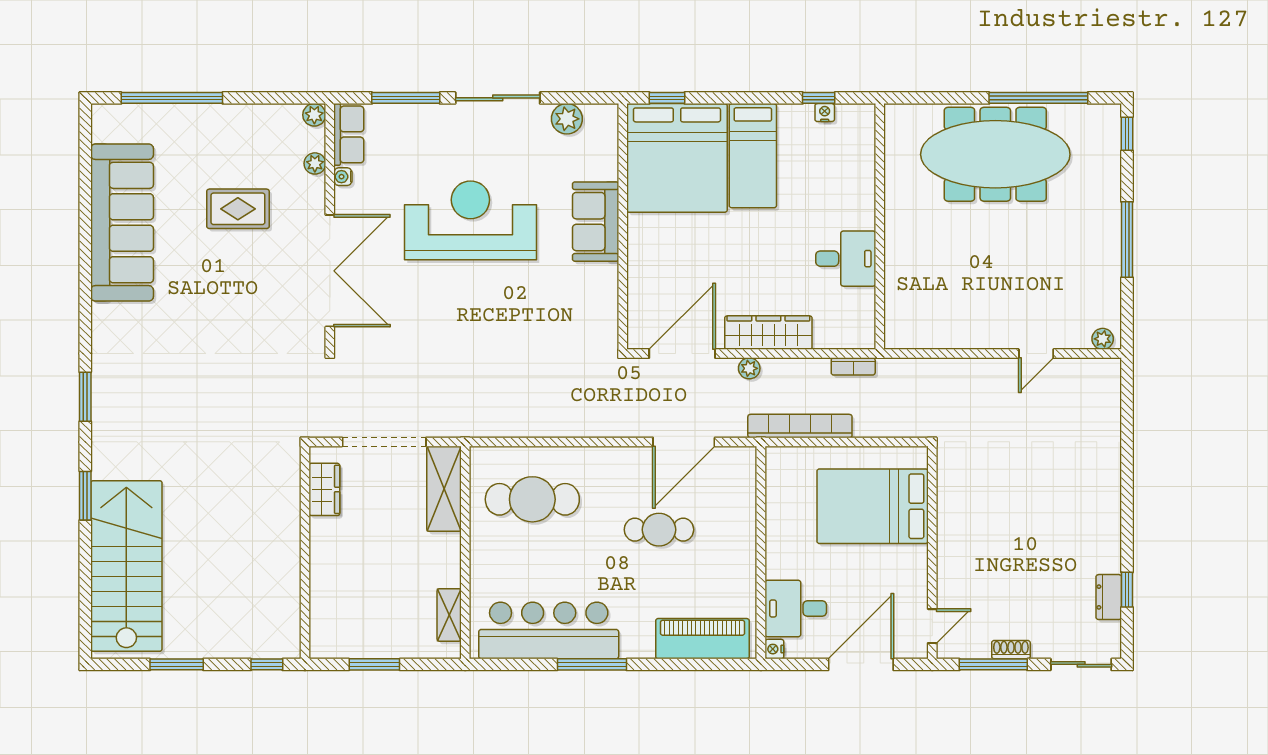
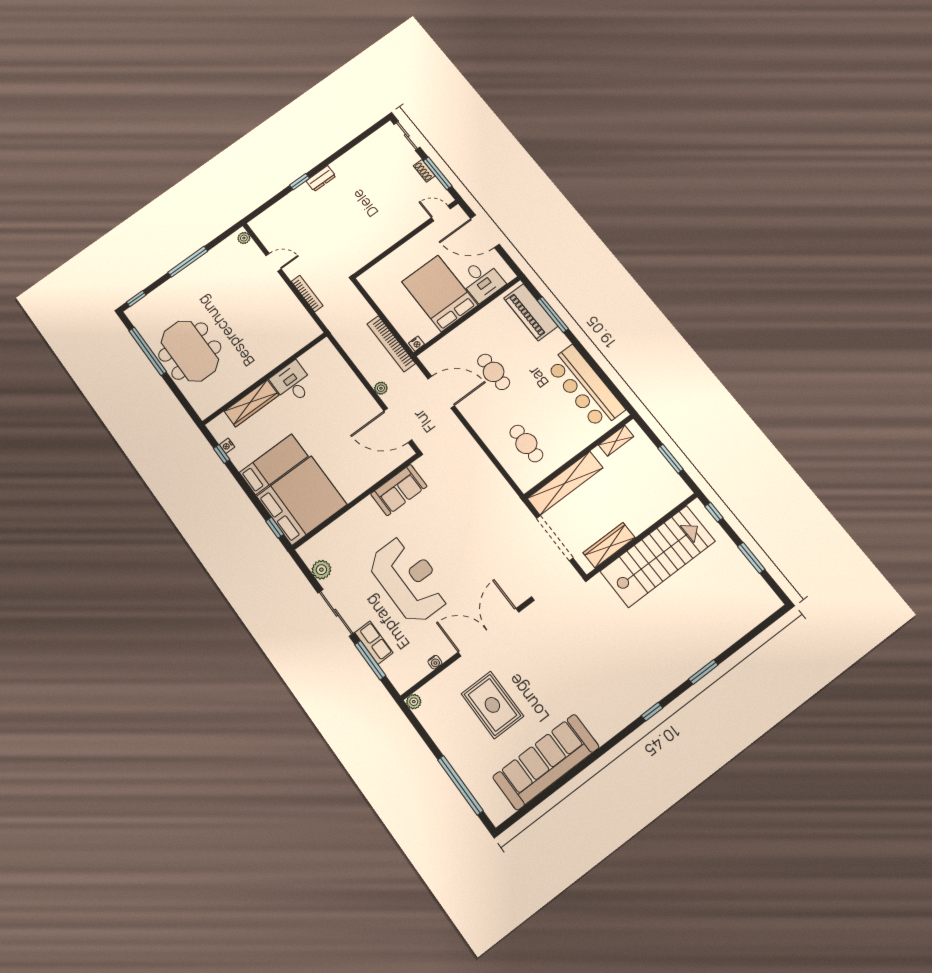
row of seats: (349, 134) -> (374, 643), moved, turned 90
meeting table: (995, 154) -> (190, 351), width x0.73
plant: (315, 163) -> (439, 682), removed
rug: (238, 209) -> (492, 705), width x1.36, depth x1.43
reception desk: (470, 220) -> (409, 580), turned 180
sofa: (596, 222) -> (399, 490), moved
wardrobe: (768, 333) -> (251, 403), moved, turned -90
bookcase: (853, 366) -> (307, 294), moved, width x1.56
window: (85, 397) -> (652, 712), width x0.67
wardrobe: (324, 489) -> (609, 545), width x1.50
shelving: (444, 489) -> (565, 483), width x1.47
cafe table: (532, 499) -> (526, 444), width x0.73, depth x0.74
bed: (873, 506) -> (440, 293), moved, turned 180
stairs: (126, 566) -> (658, 556), moved, turned 180
window: (1127, 590) -> (300, 182), moved
dresser: (1109, 597) -> (321, 179), moved
nightstand: (774, 649) -> (417, 344), moved
window: (592, 664) -> (553, 314), moved

